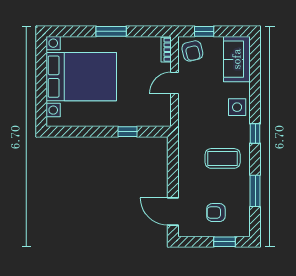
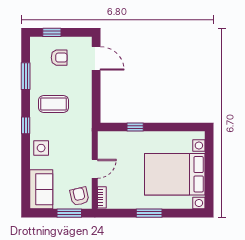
window: (204, 31) -> (69, 213), width x1.50

